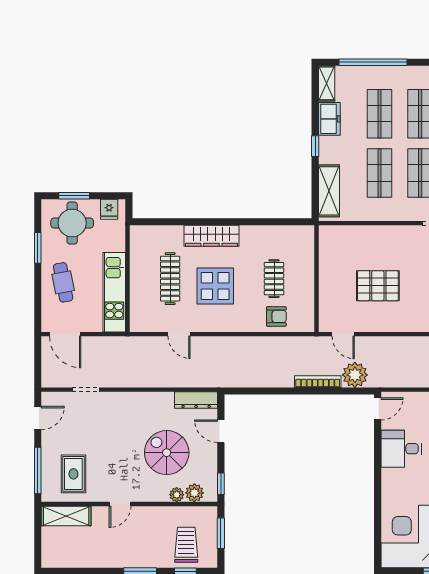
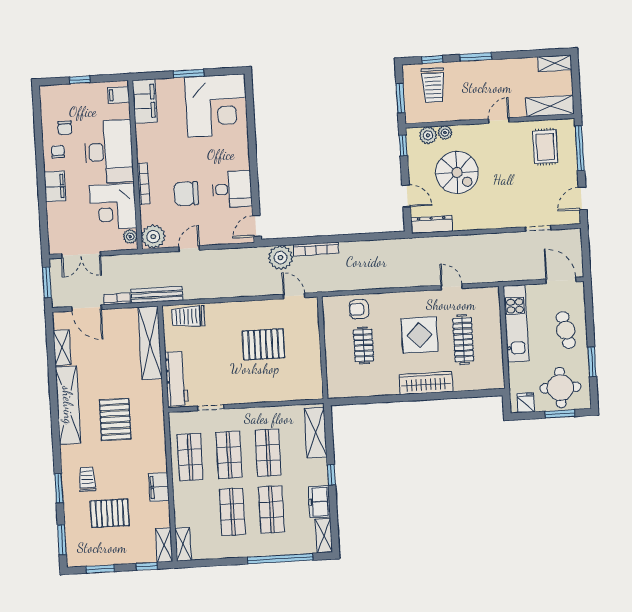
shelving: (59, 560) -> (555, 63), added

